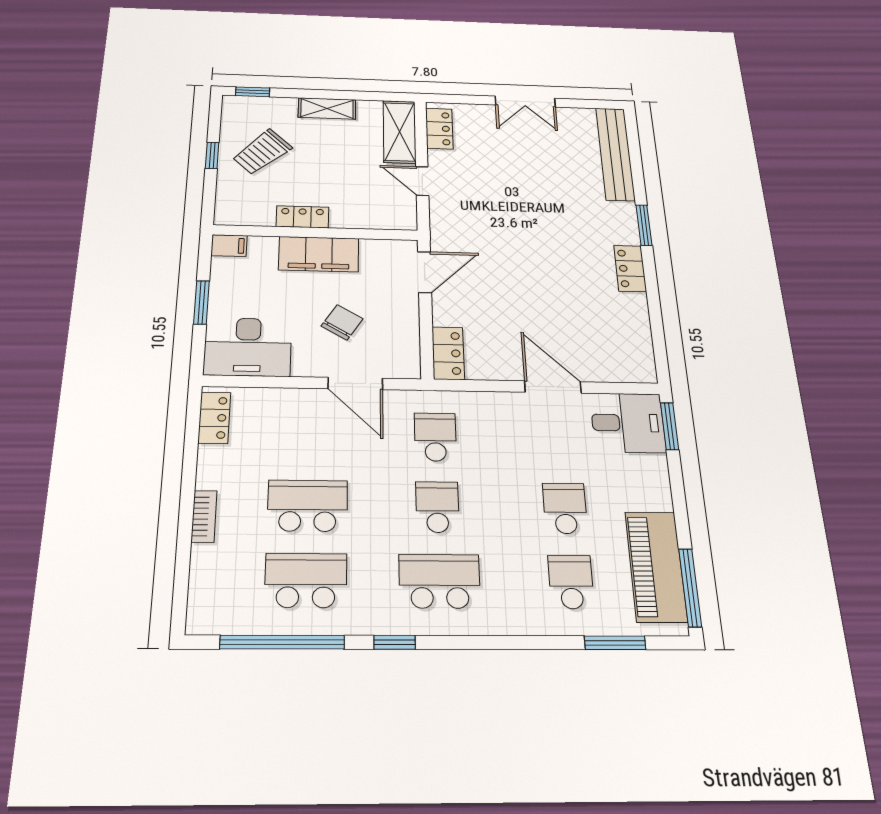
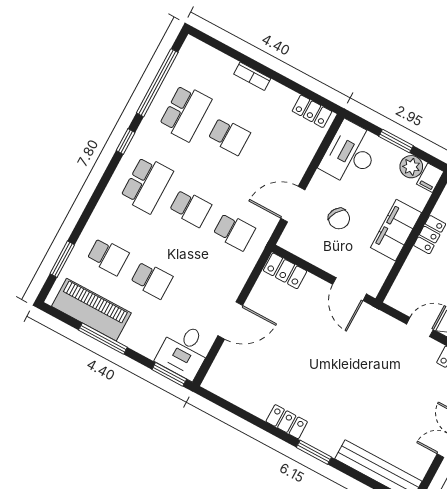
plant: (226, 272) -> (411, 167), added
school desk: (308, 506) -> (229, 136), width x0.54
window: (690, 588) -> (103, 339), moved

